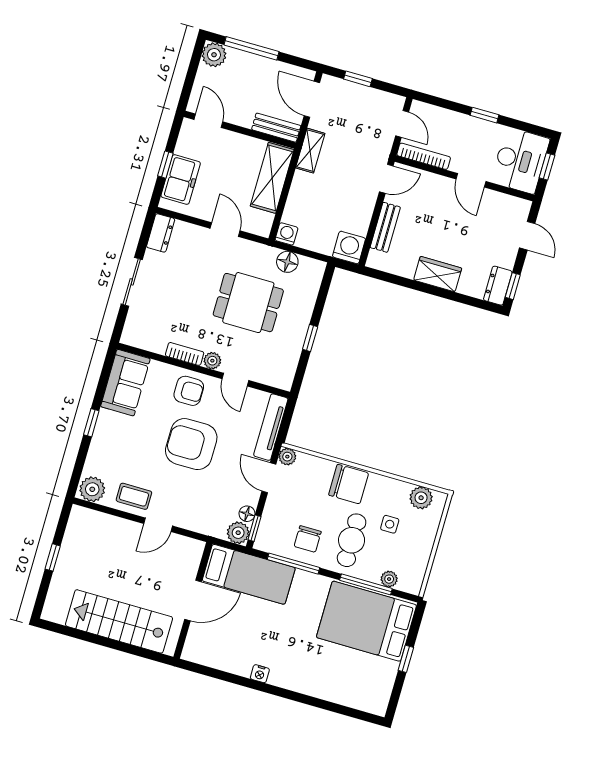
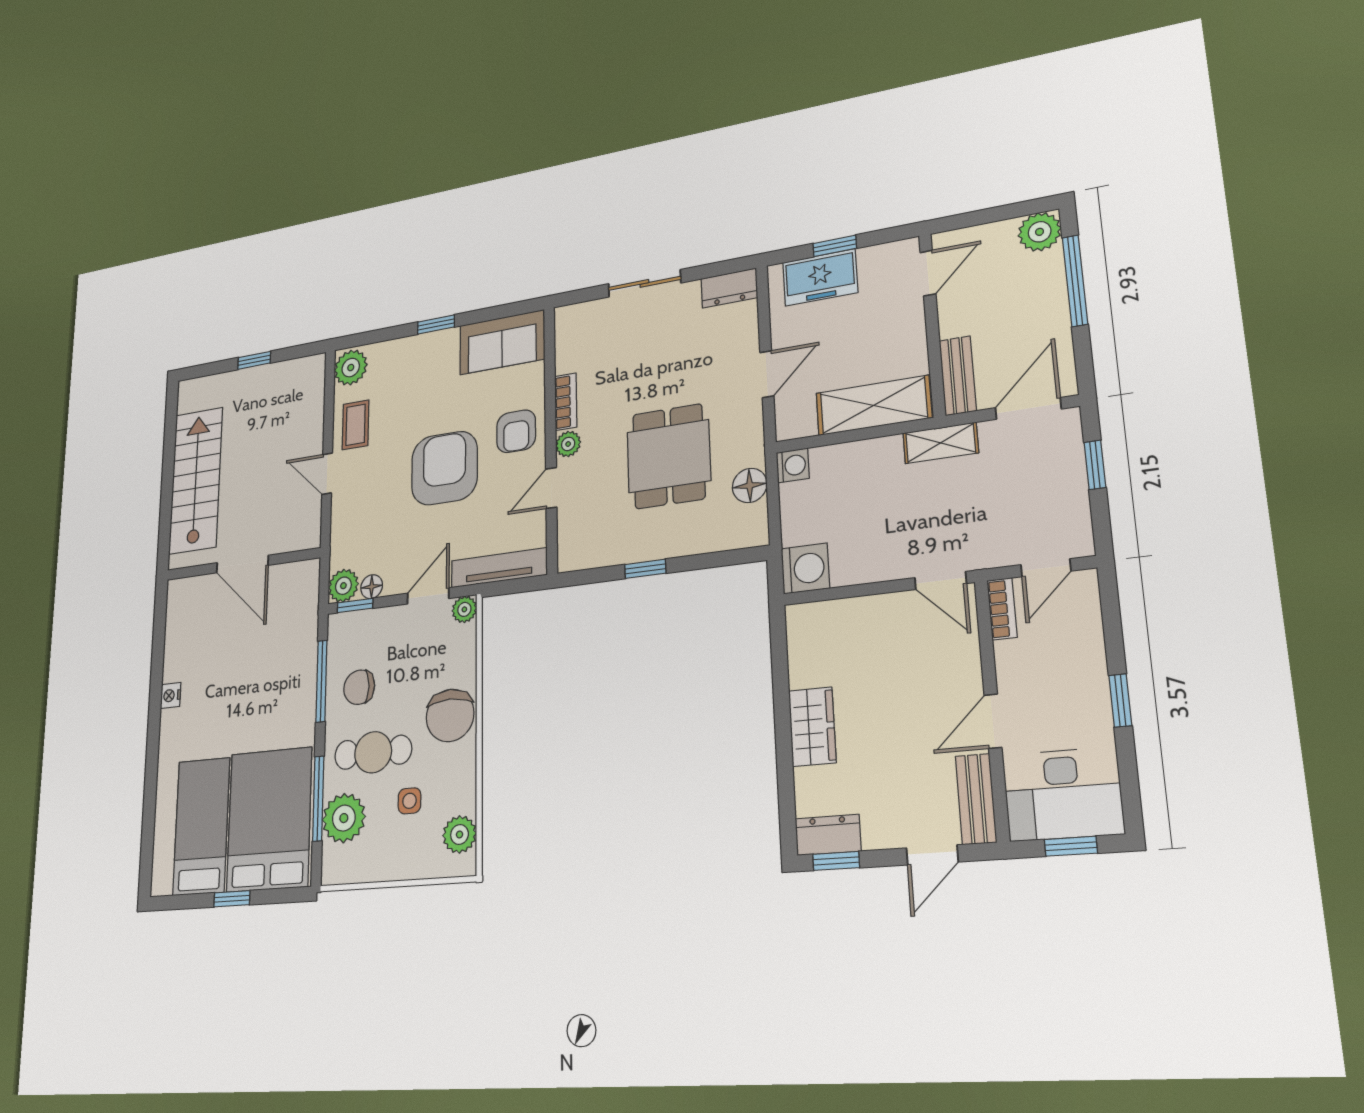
bookcase: (424, 156) -> (1002, 609), width x0.64
bench: (385, 227) -> (976, 799), moved, turned 90
bed: (249, 574) -> (201, 826), moved, turned 180
plant: (389, 579) -> (344, 818), width x1.88, depth x1.88

